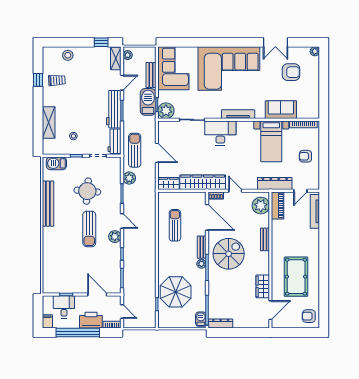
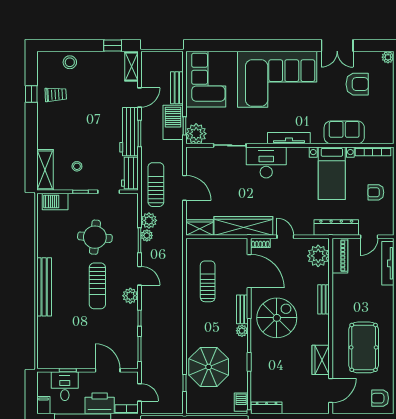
plant: (128, 55) -> (147, 235), moved
shelving: (49, 122) -> (45, 170), moved
bench: (48, 204) -> (44, 287), moved

